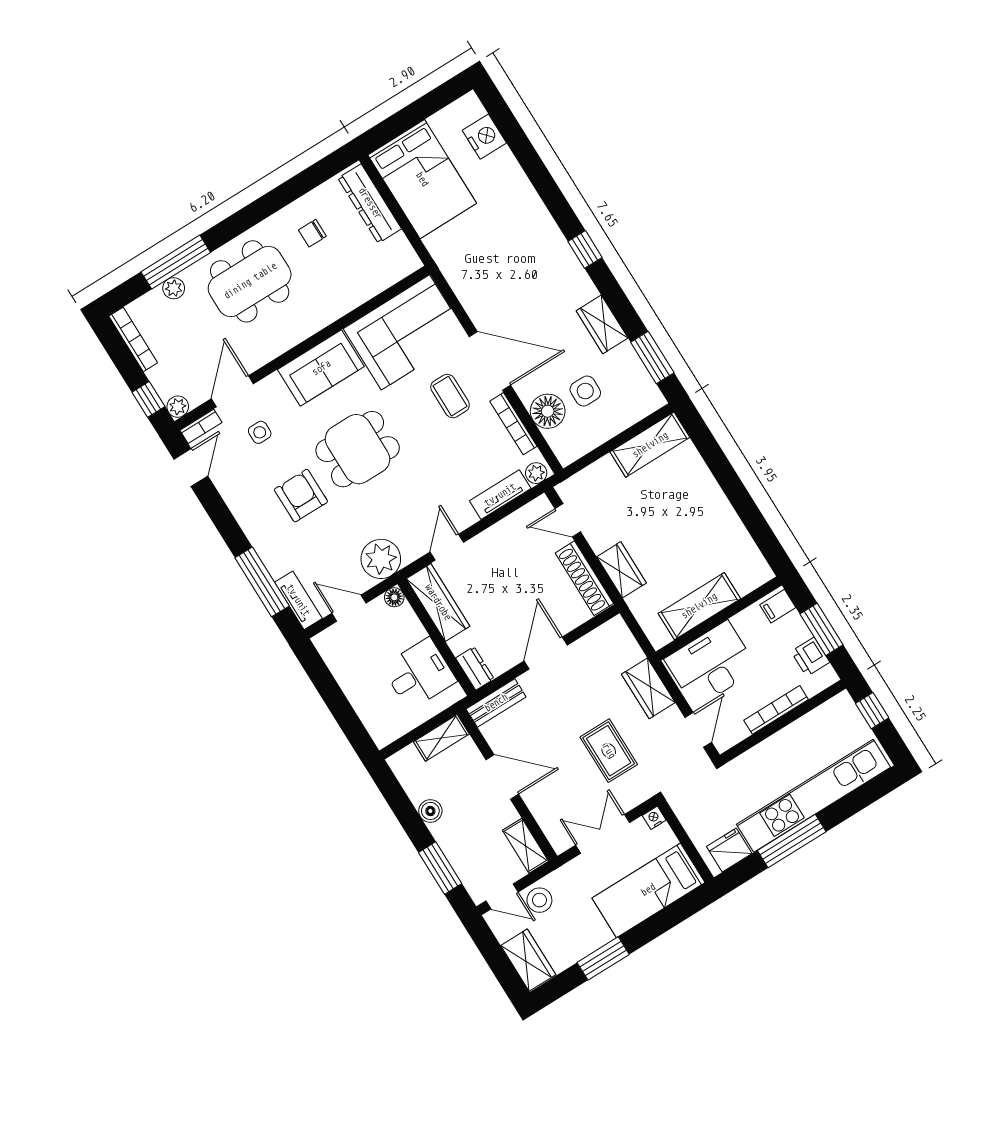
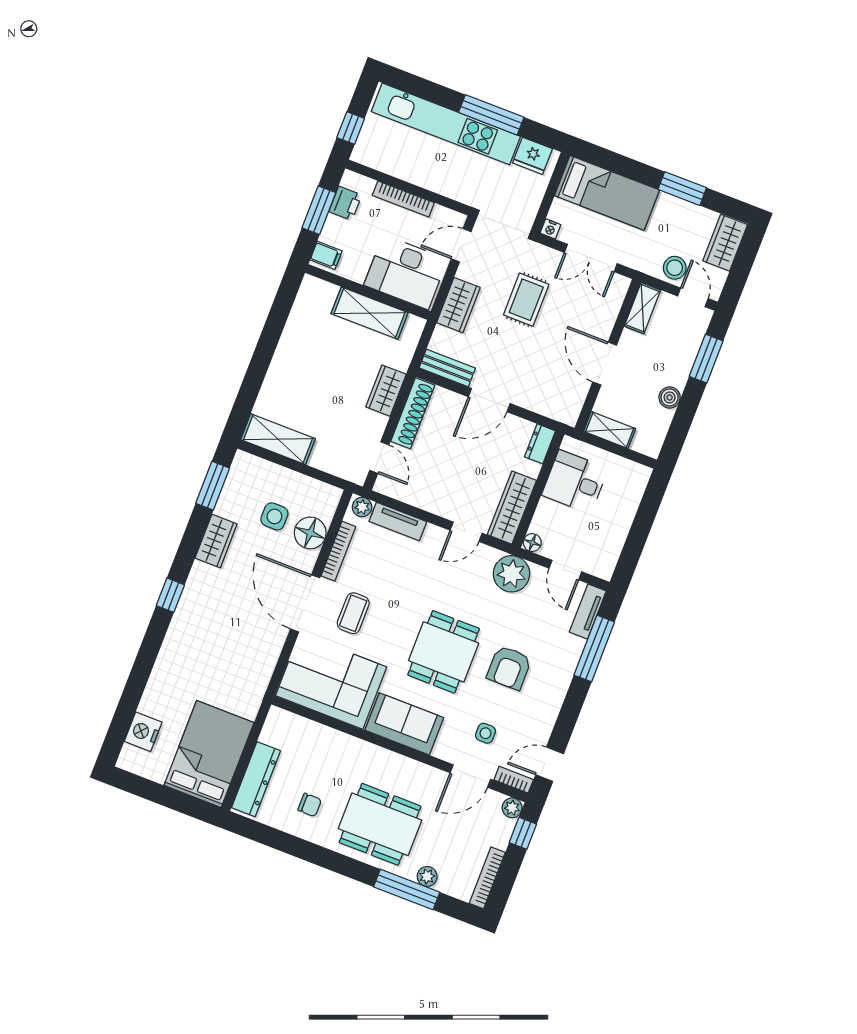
dining table: (358, 449) -> (444, 652), turned 90
bench: (496, 703) -> (447, 368), moved

